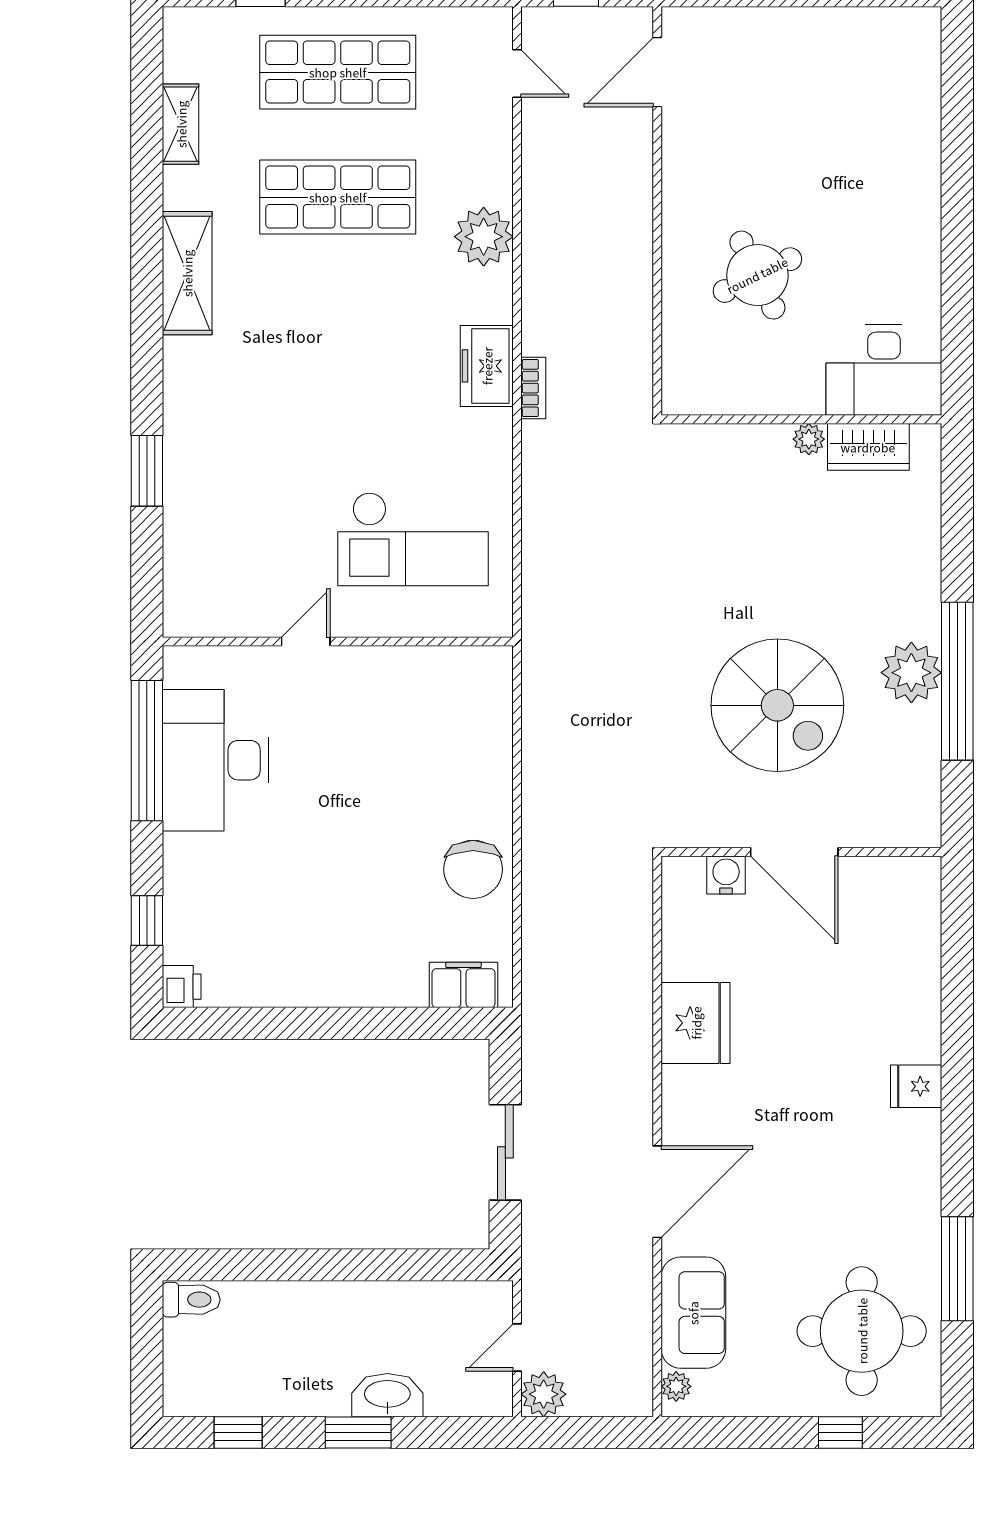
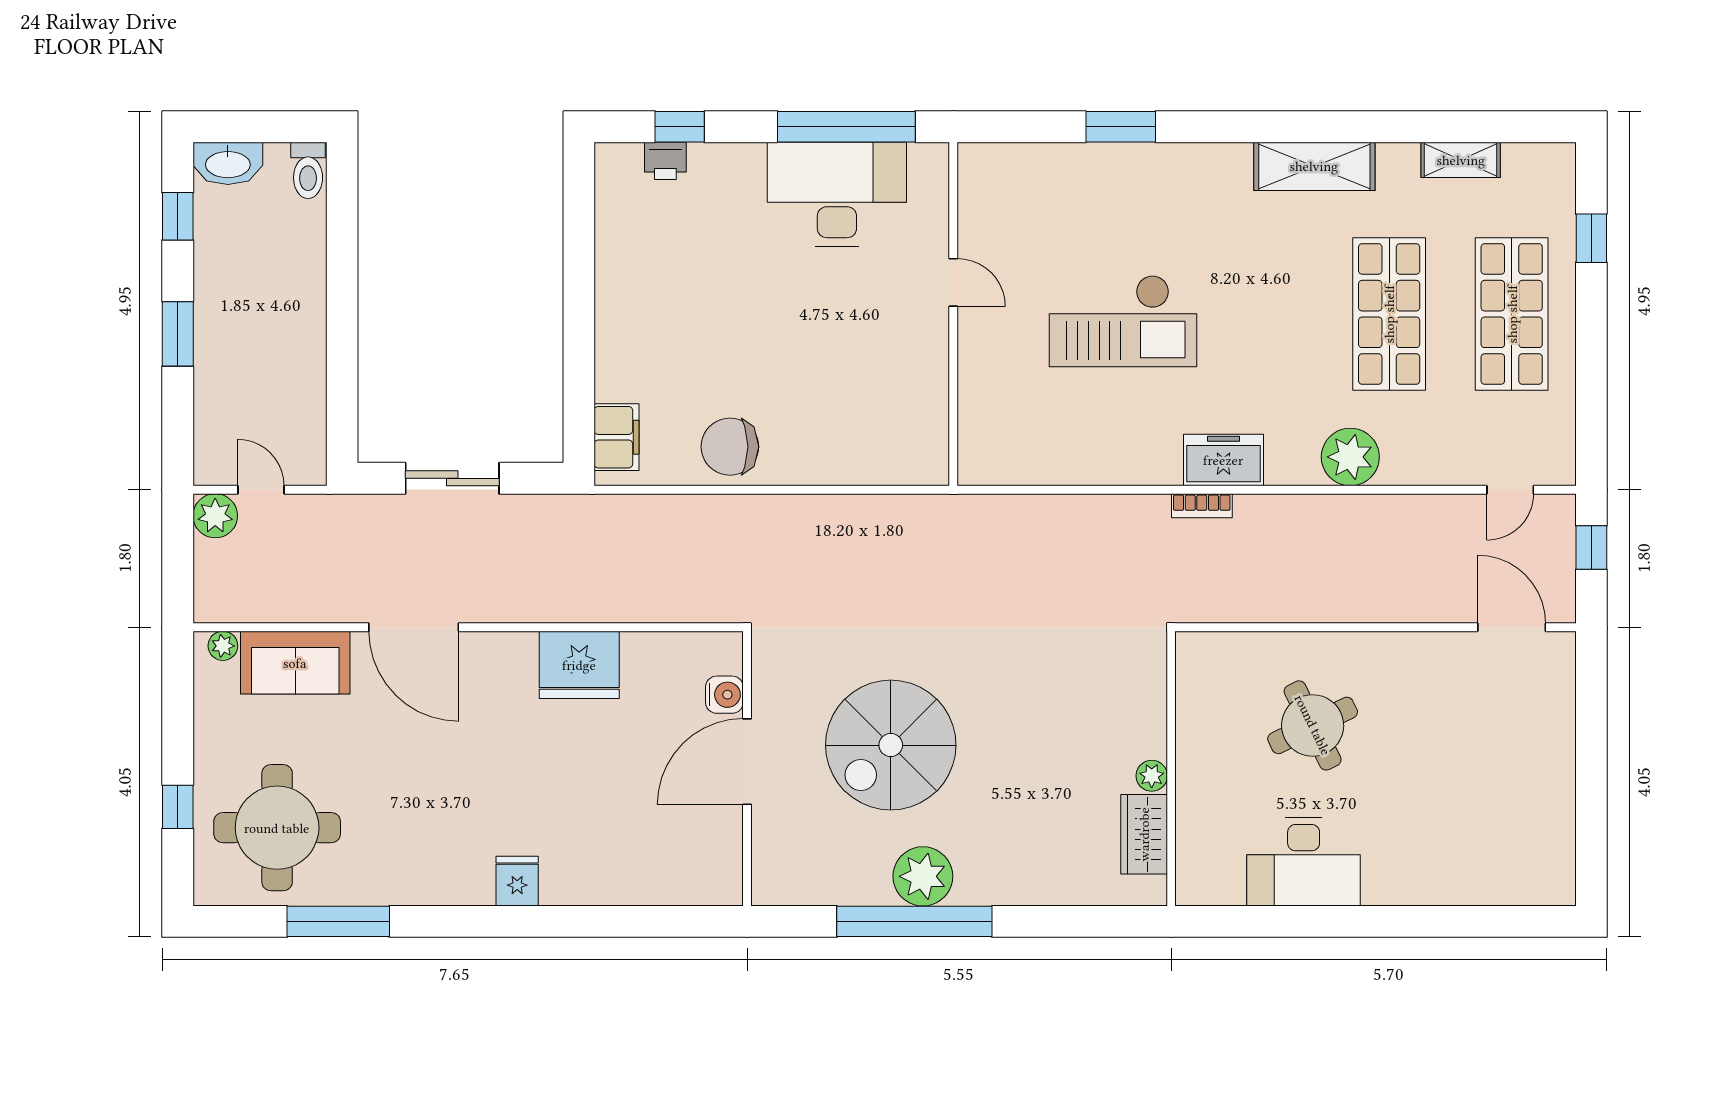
desk: (884, 370) -> (1304, 862), moved, turned -90
checkout: (413, 539) -> (1123, 321), moved, turned -90
printer: (182, 987) -> (665, 161), moved
washbasin: (387, 1395) -> (228, 163), moved, turned 90

